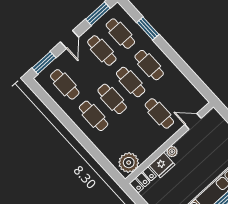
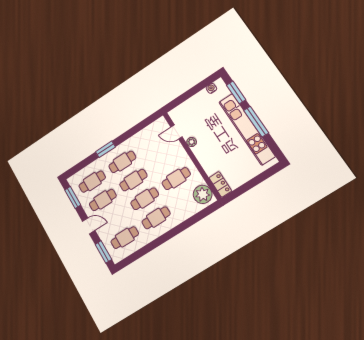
window: (148, 28) -> (105, 149), moved
cafe table: (159, 113) -> (176, 179), moved
door: (193, 121) -> (177, 132), hinge flipped
plant: (172, 152) -> (192, 142), moved
fridge: (162, 165) -> (210, 165), removed

